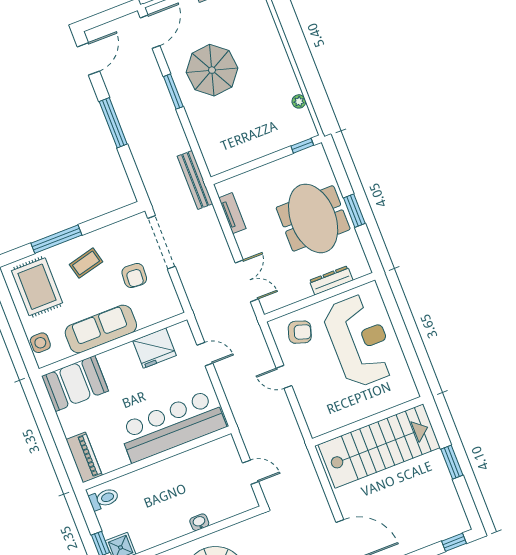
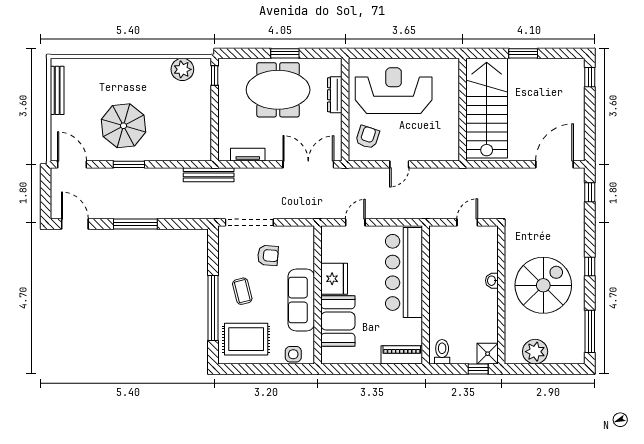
plant: (299, 101) -> (182, 69), width x1.87, depth x1.87
window: (56, 239) -> (213, 308), width x1.46
double door: (247, 281) -> (308, 164), width x1.37
fridge: (155, 348) -> (334, 279), moved
booth: (75, 384) -> (338, 321), moved

